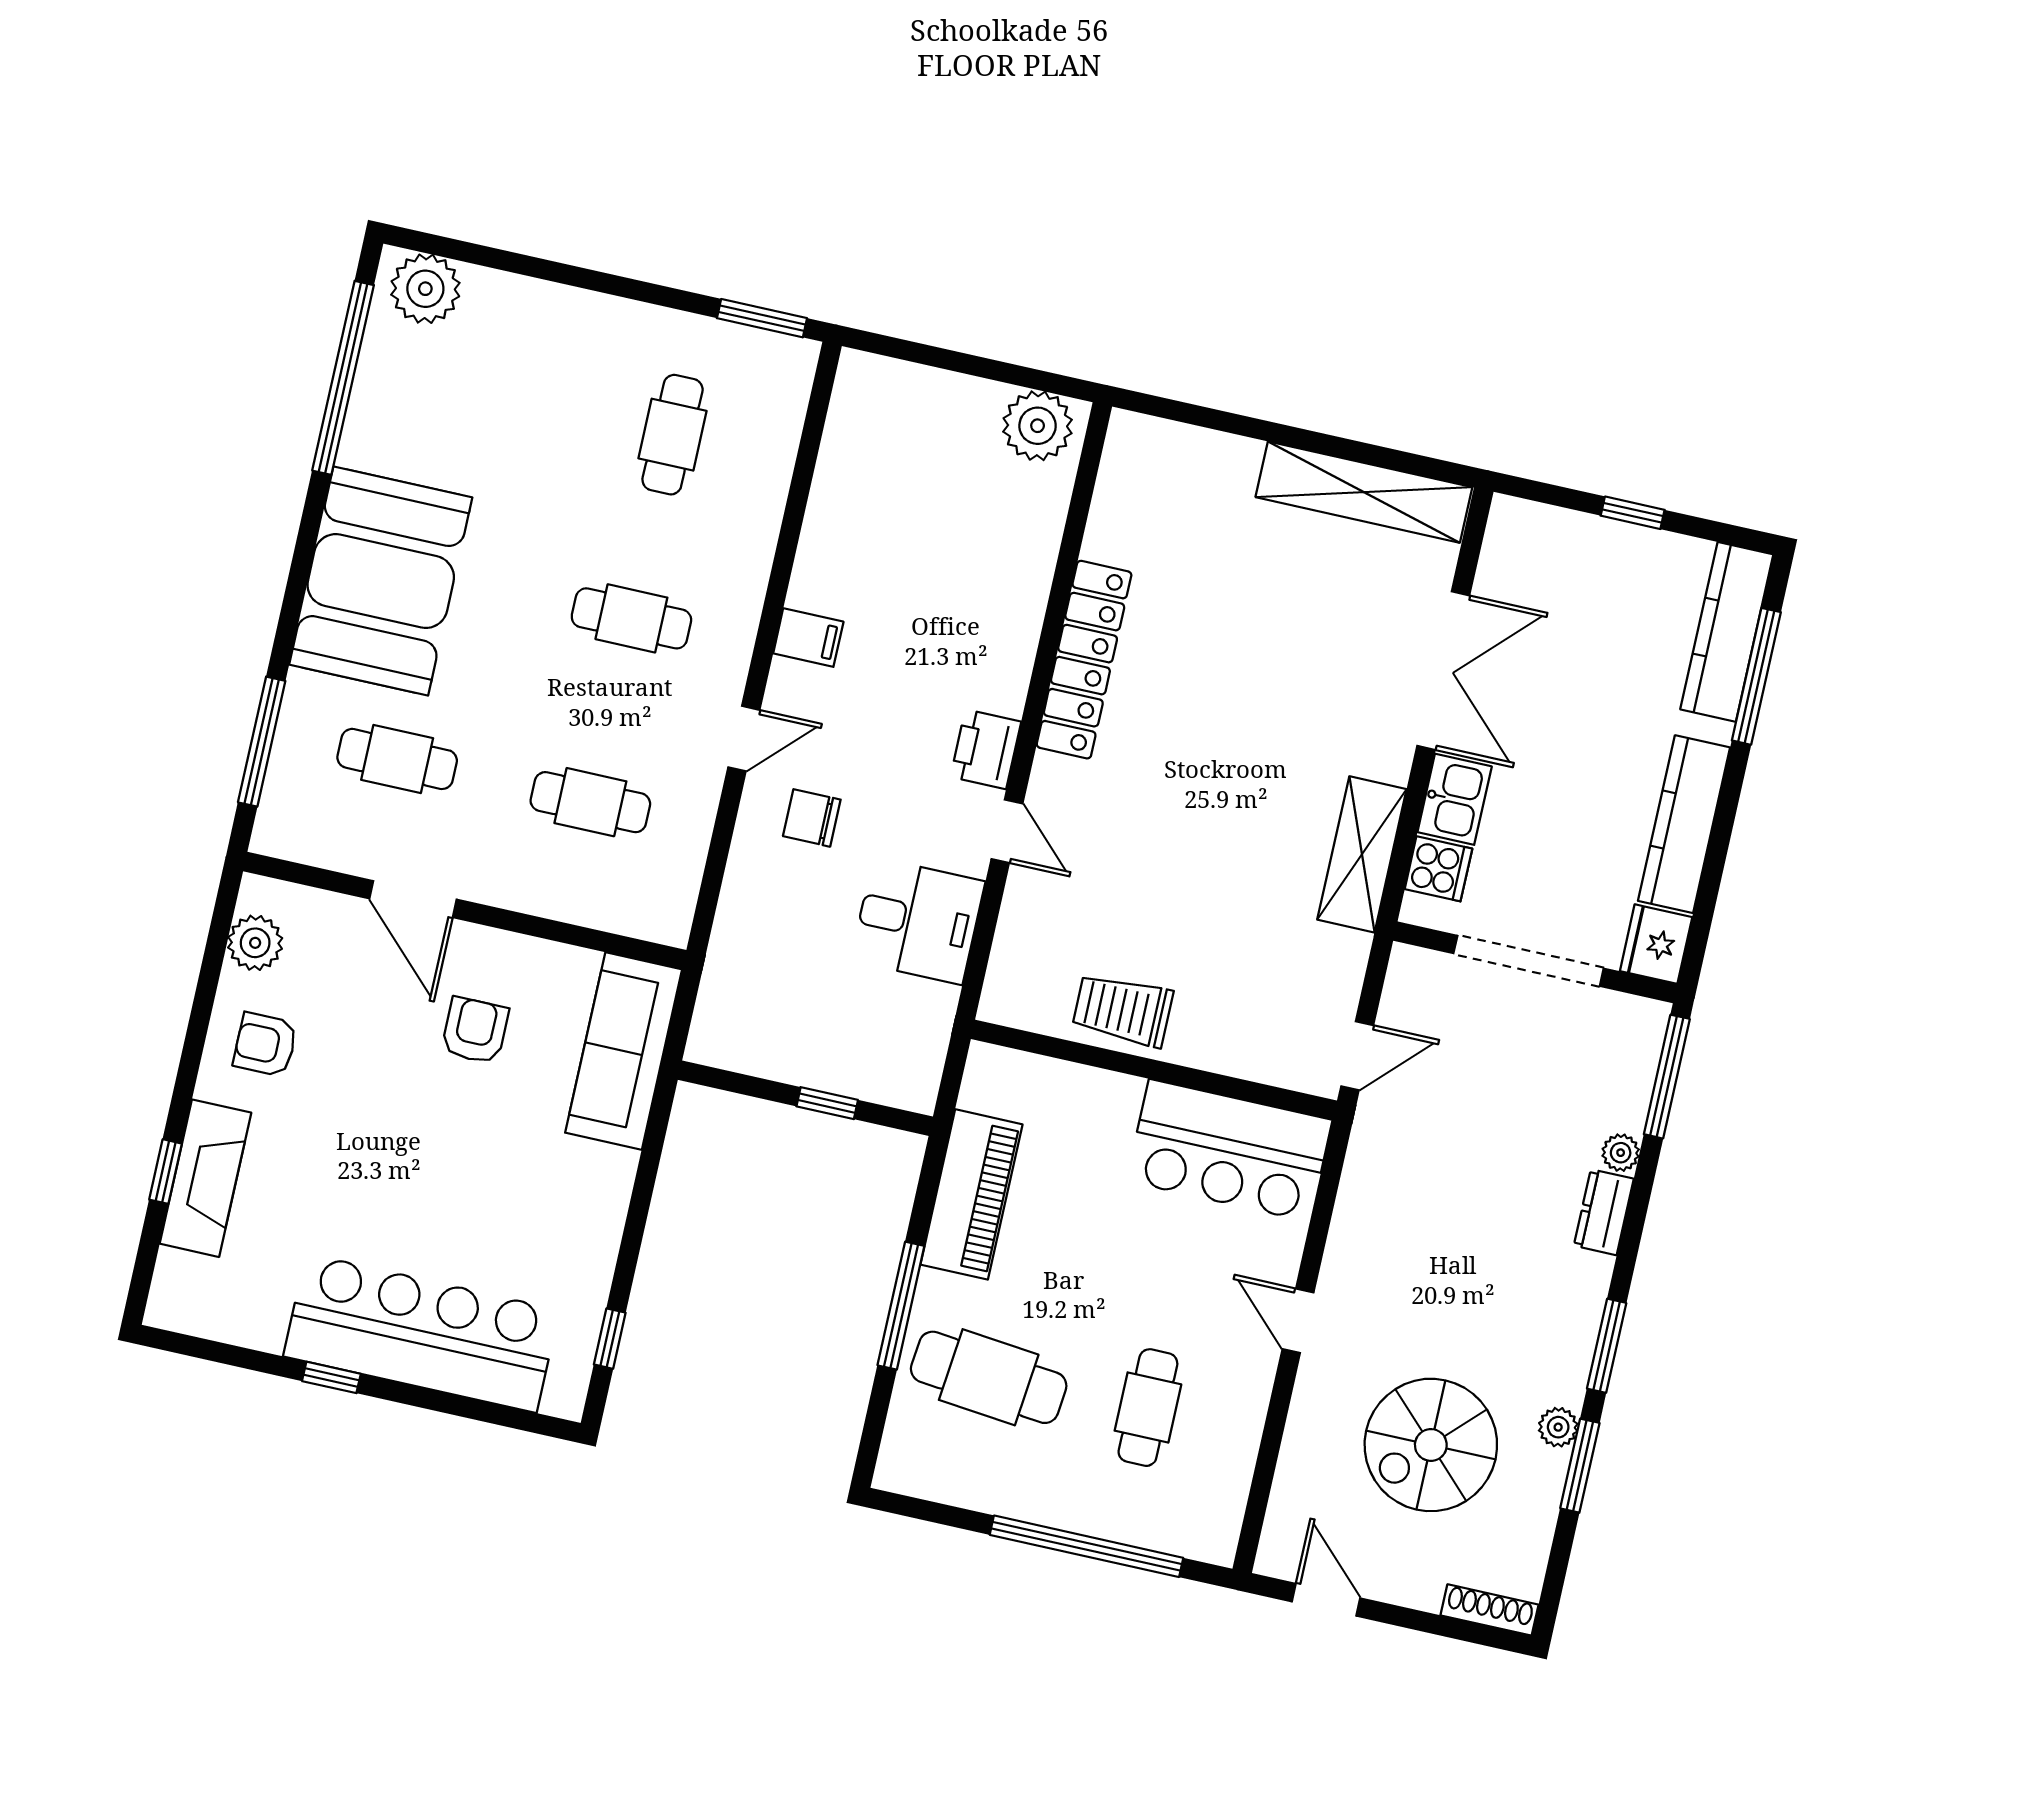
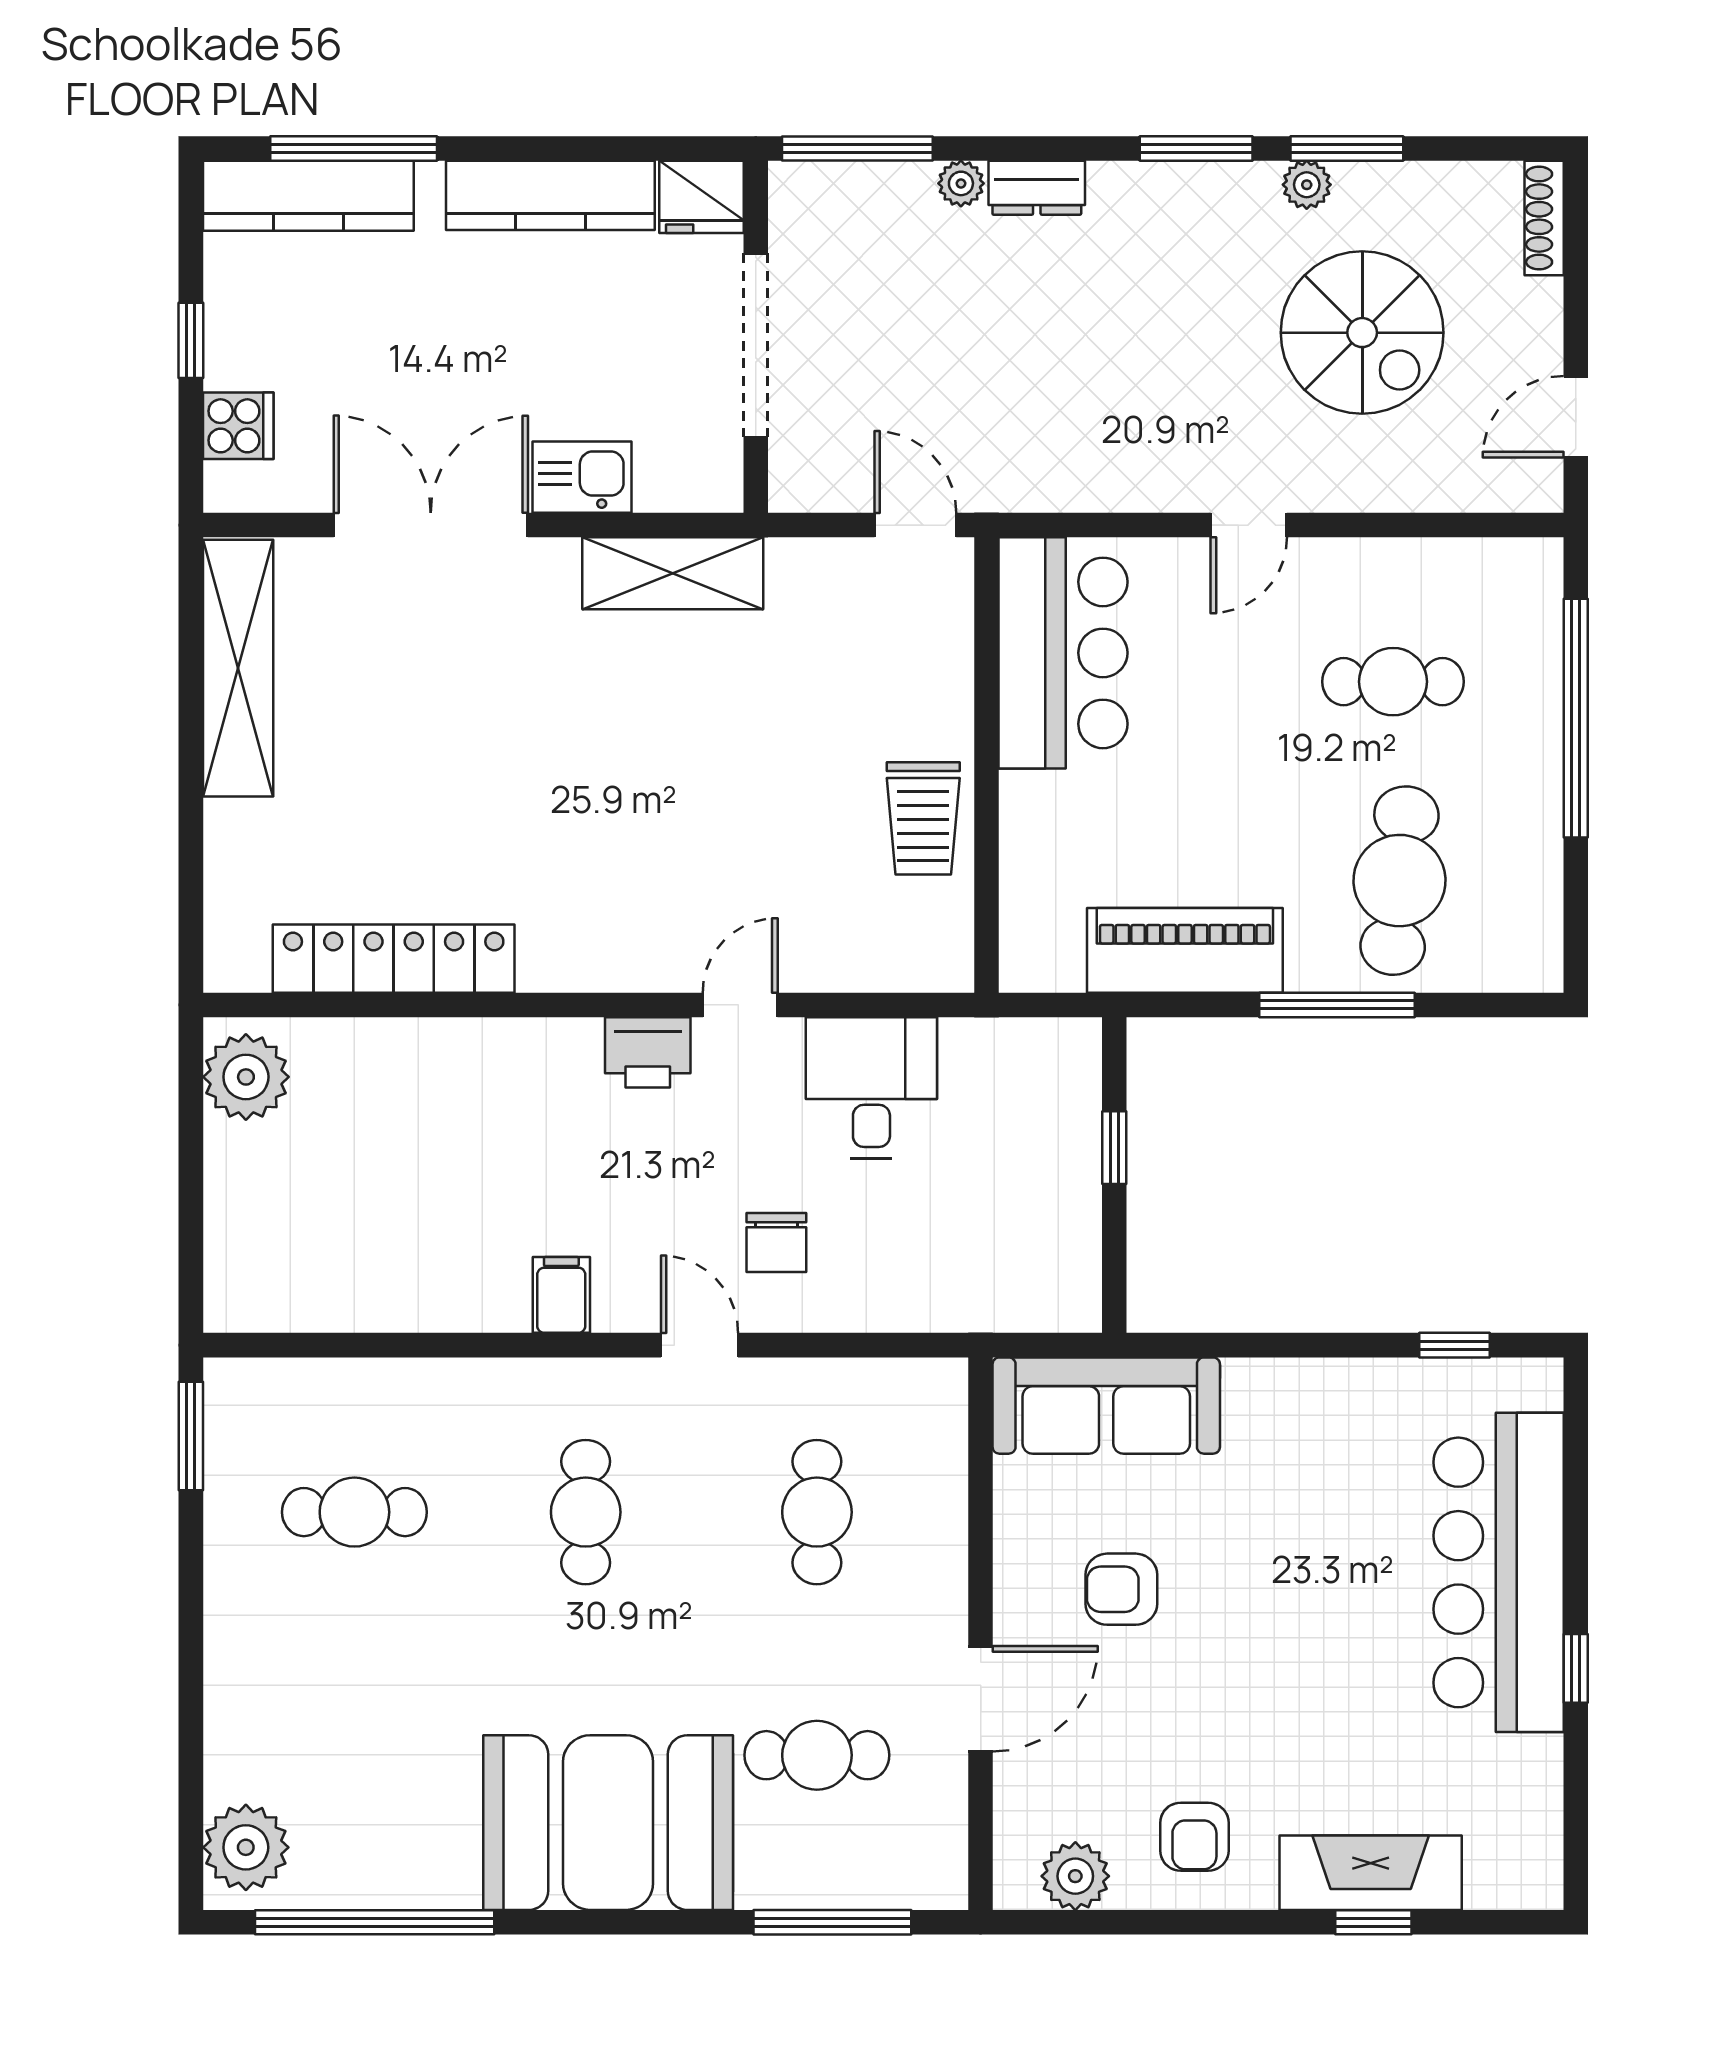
locker: (1084, 660) -> (394, 959), moved
cafe table: (397, 759) -> (817, 1755), turned 90
cooker: (1438, 869) -> (238, 426), moved, turned 90

